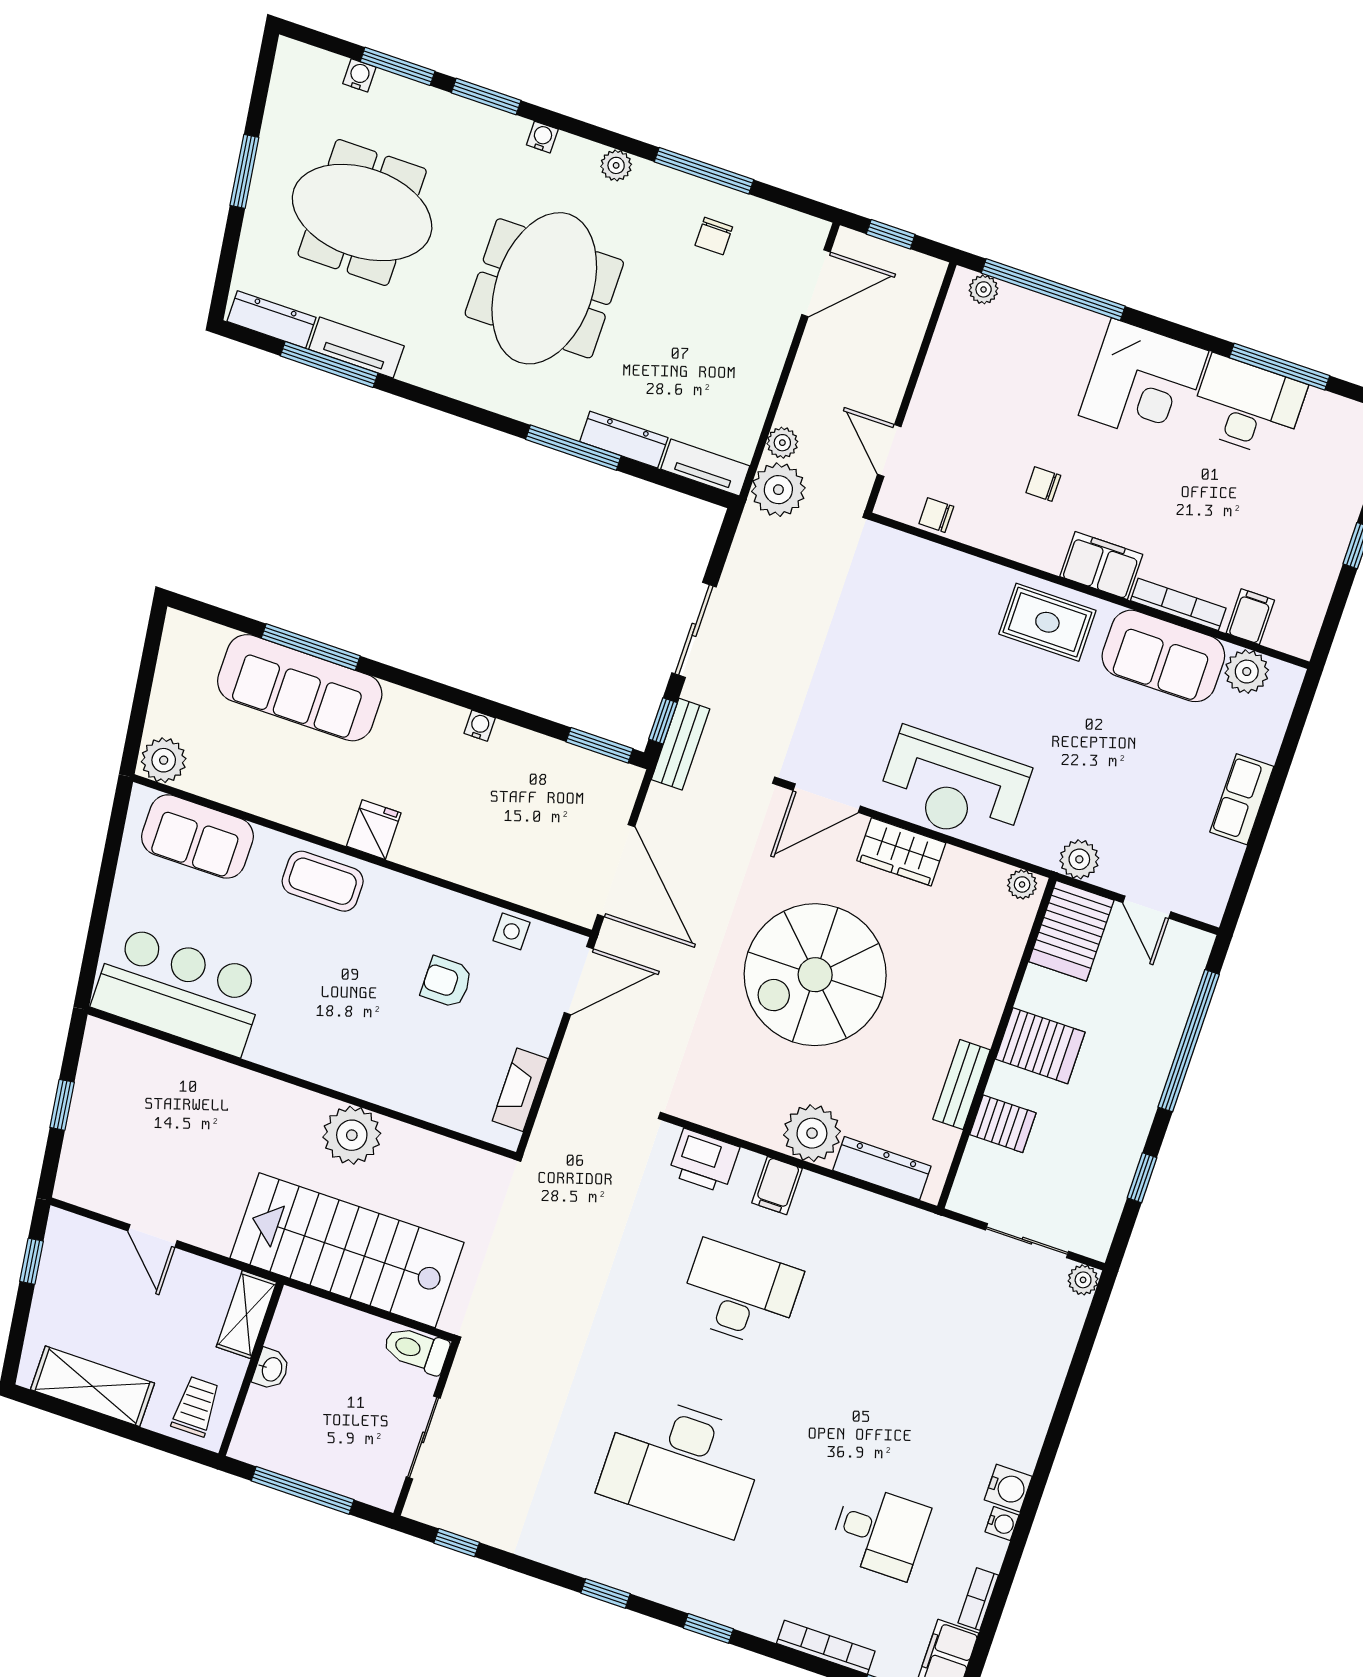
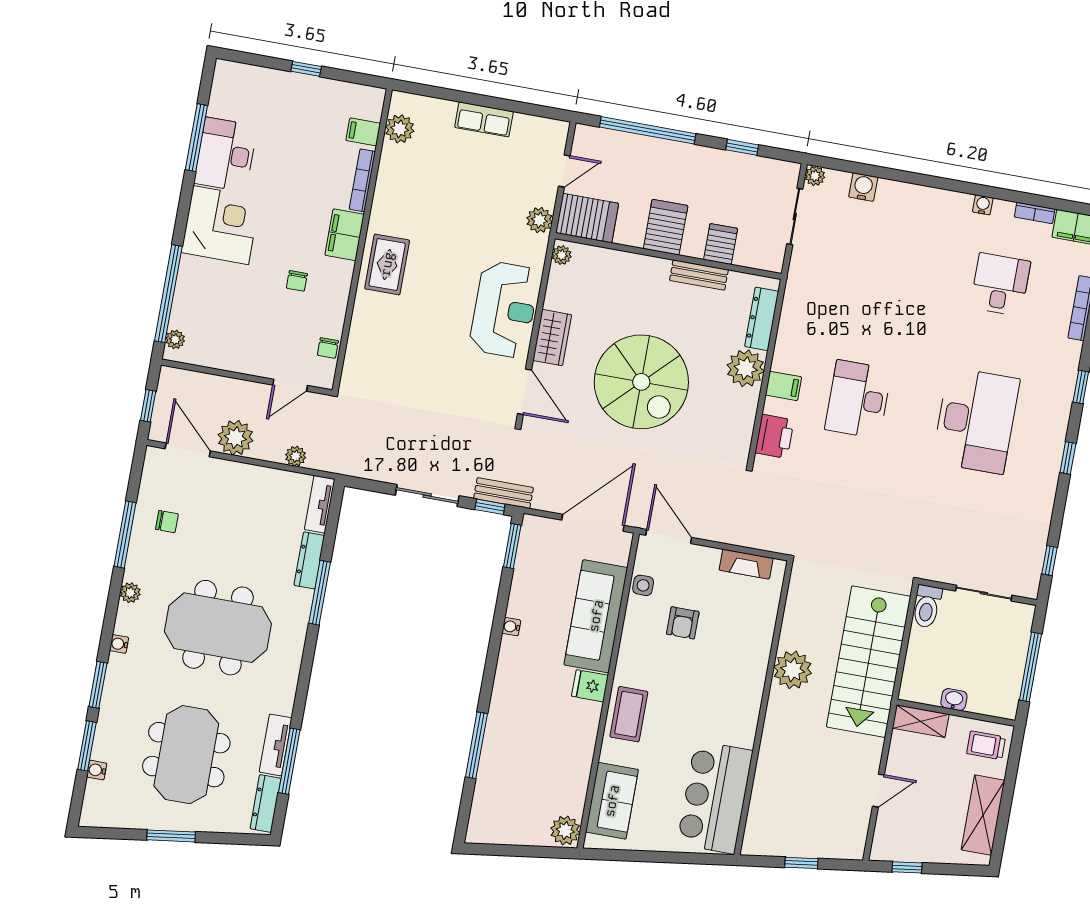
plant: (778, 490) -> (235, 438), moved
sofa: (1163, 656) -> (398, 185), removed
sofa: (300, 688) -> (596, 616), moved, turned 180
water cooler: (1008, 1488) -> (863, 187), moved

